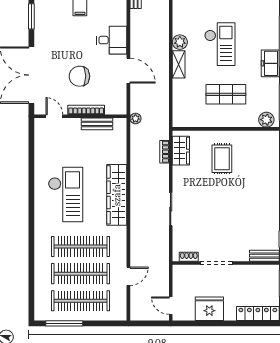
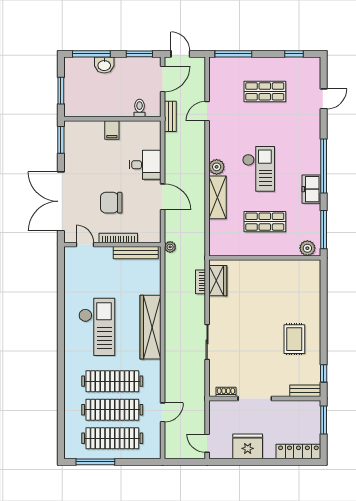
shelving: (179, 64) -> (217, 197), width x1.50, depth x1.33
bench: (97, 124) -> (136, 253), width x1.36
rug: (222, 159) -> (294, 339), moved

